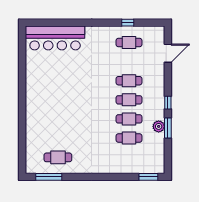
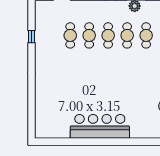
bar counter: (55, 38) -> (100, 126), moved, turned -90
cafe table: (129, 42) -> (70, 35), moved

